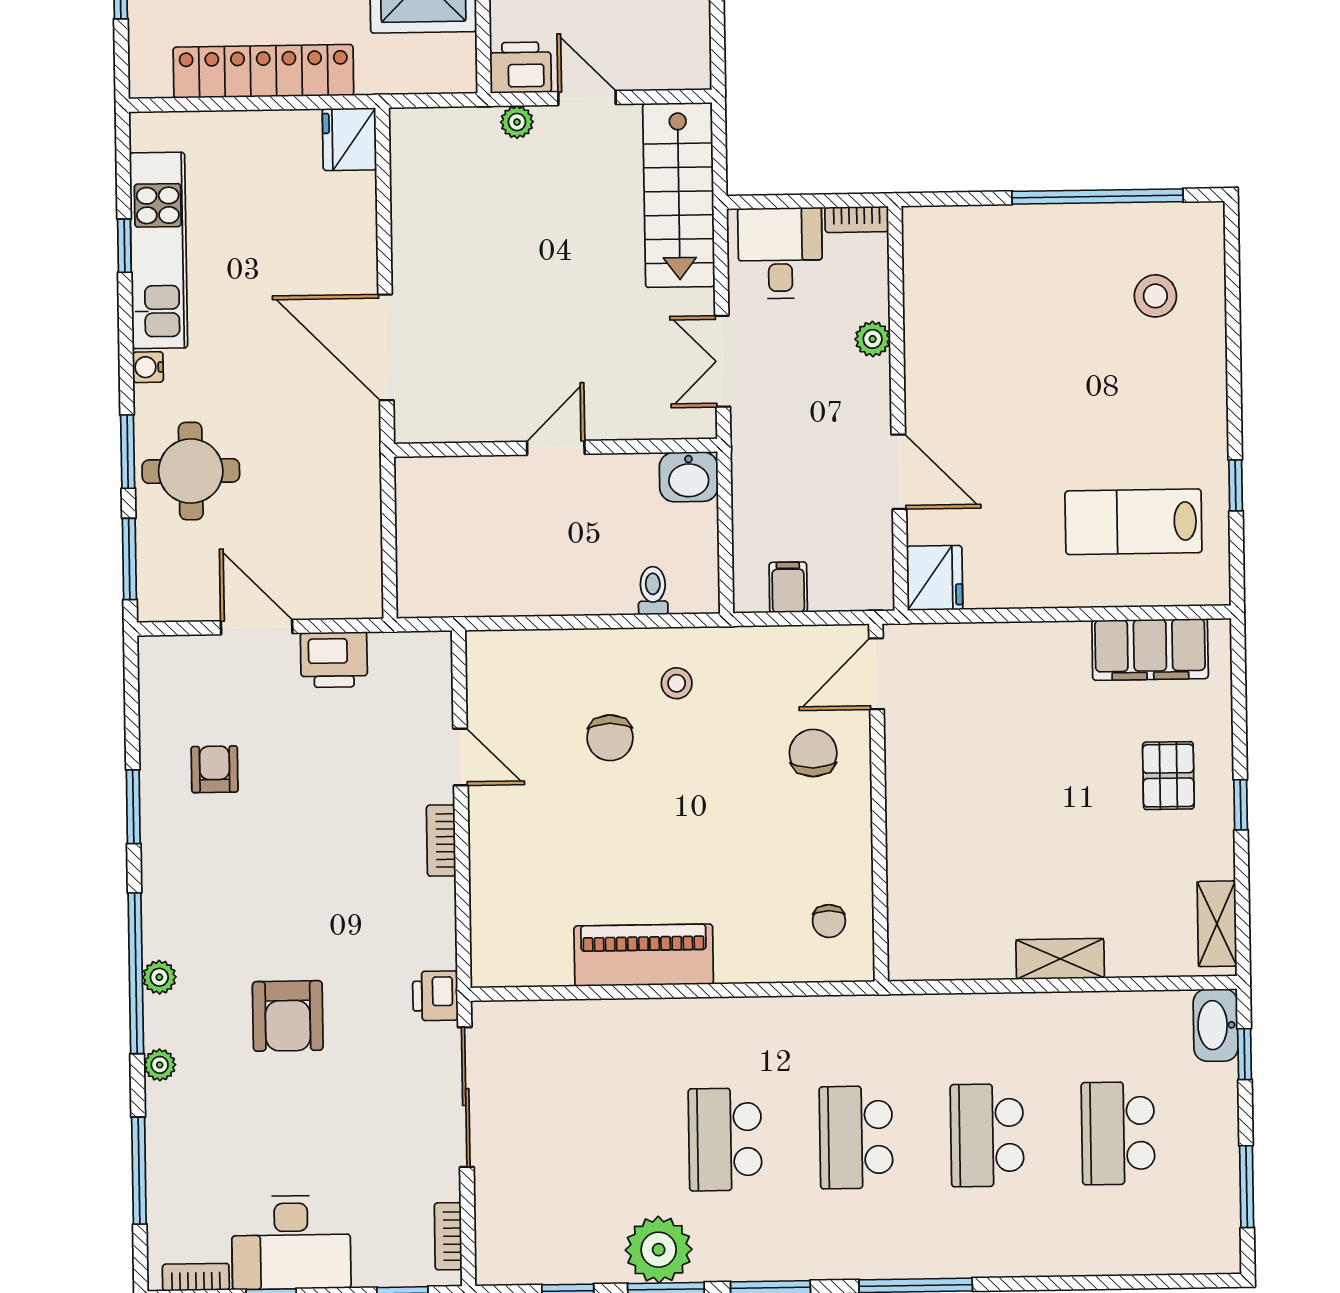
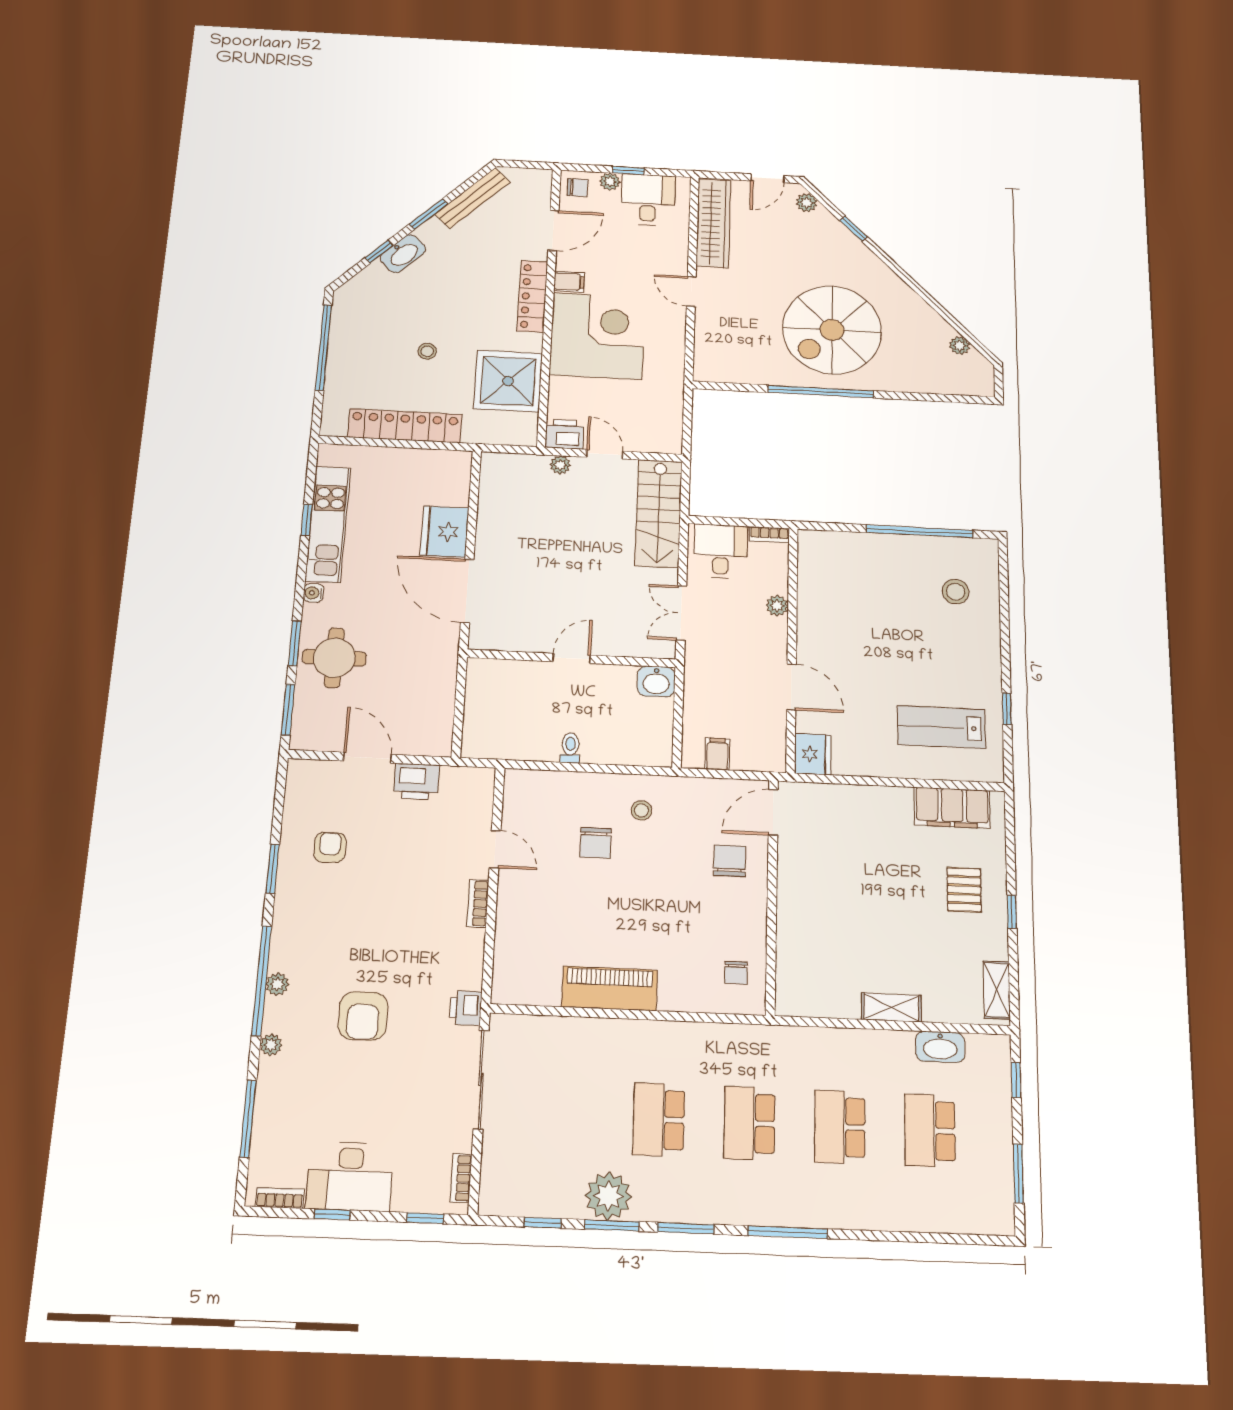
fridge: (349, 139) -> (444, 532), moved, width x1.36, depth x1.34
toilet: (653, 591) -> (570, 748), moved
washbasin: (1216, 1025) -> (940, 1047), moved, turned -90

